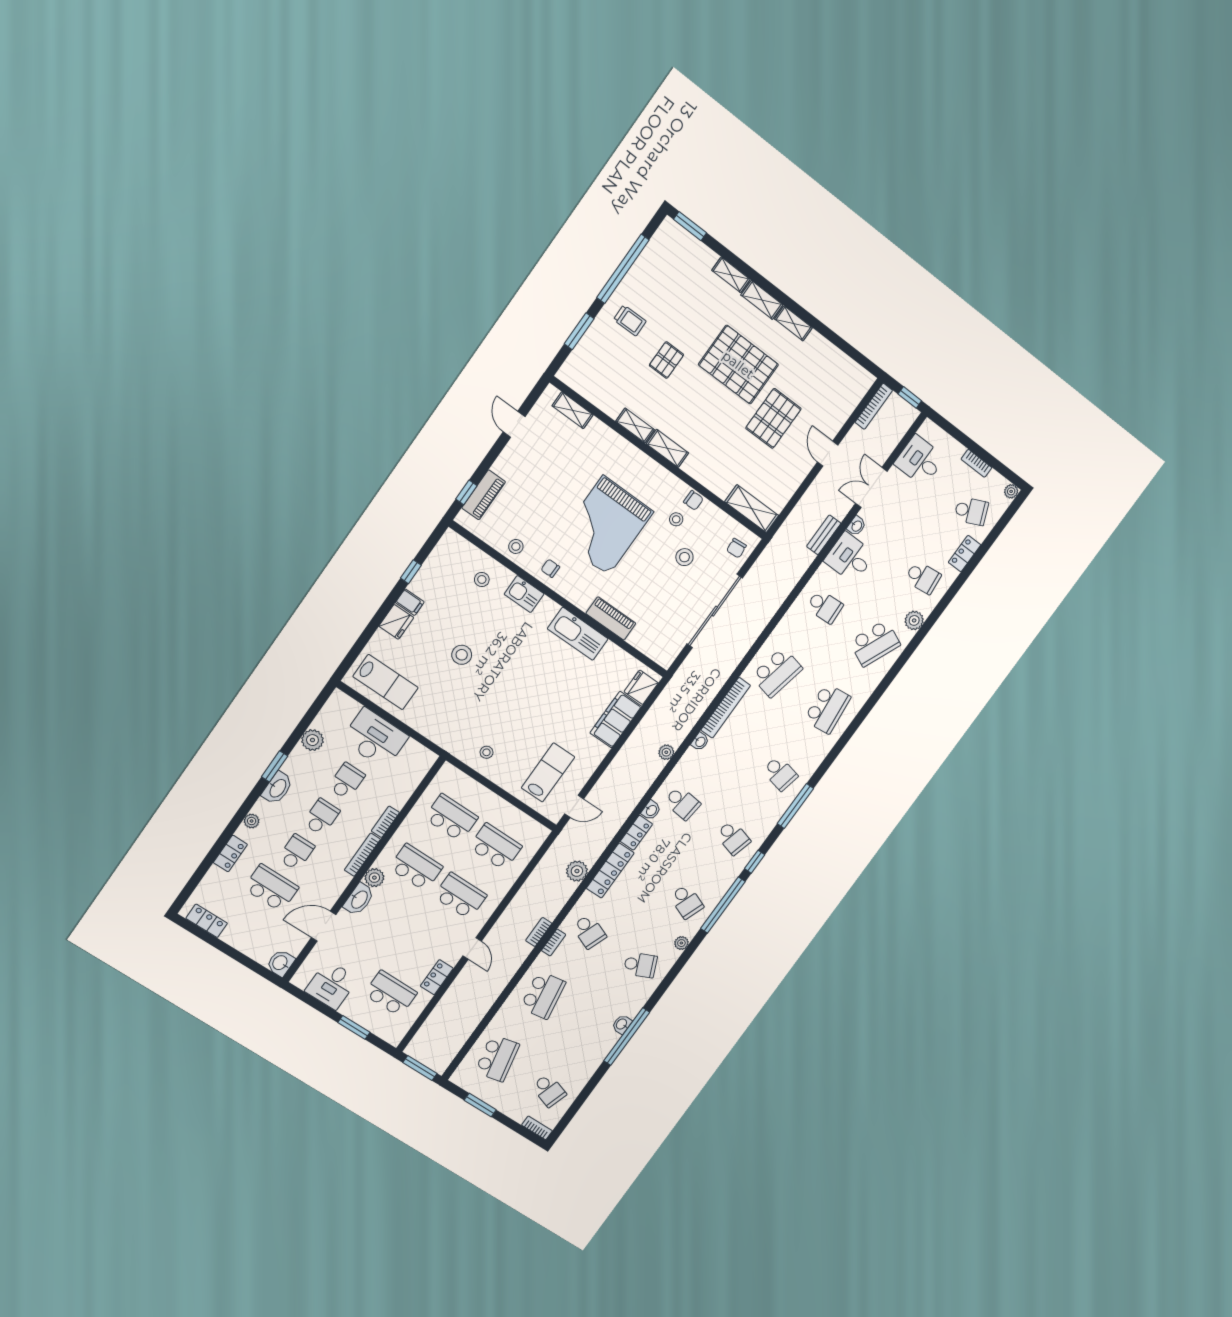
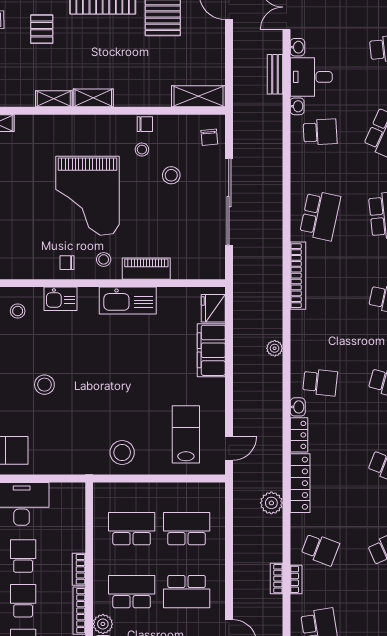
stool: (516, 546) -> (104, 259), moved
washbasin: (700, 742) -> (297, 106), moved
stool: (486, 752) -> (122, 452), width x1.89, depth x1.89
school desk: (460, 896) -> (187, 592), turned 180

